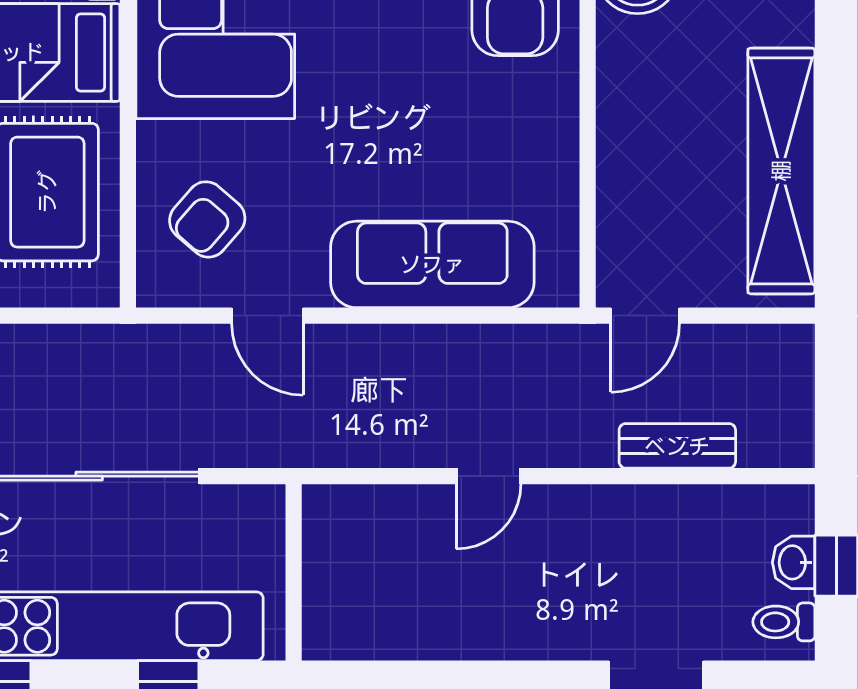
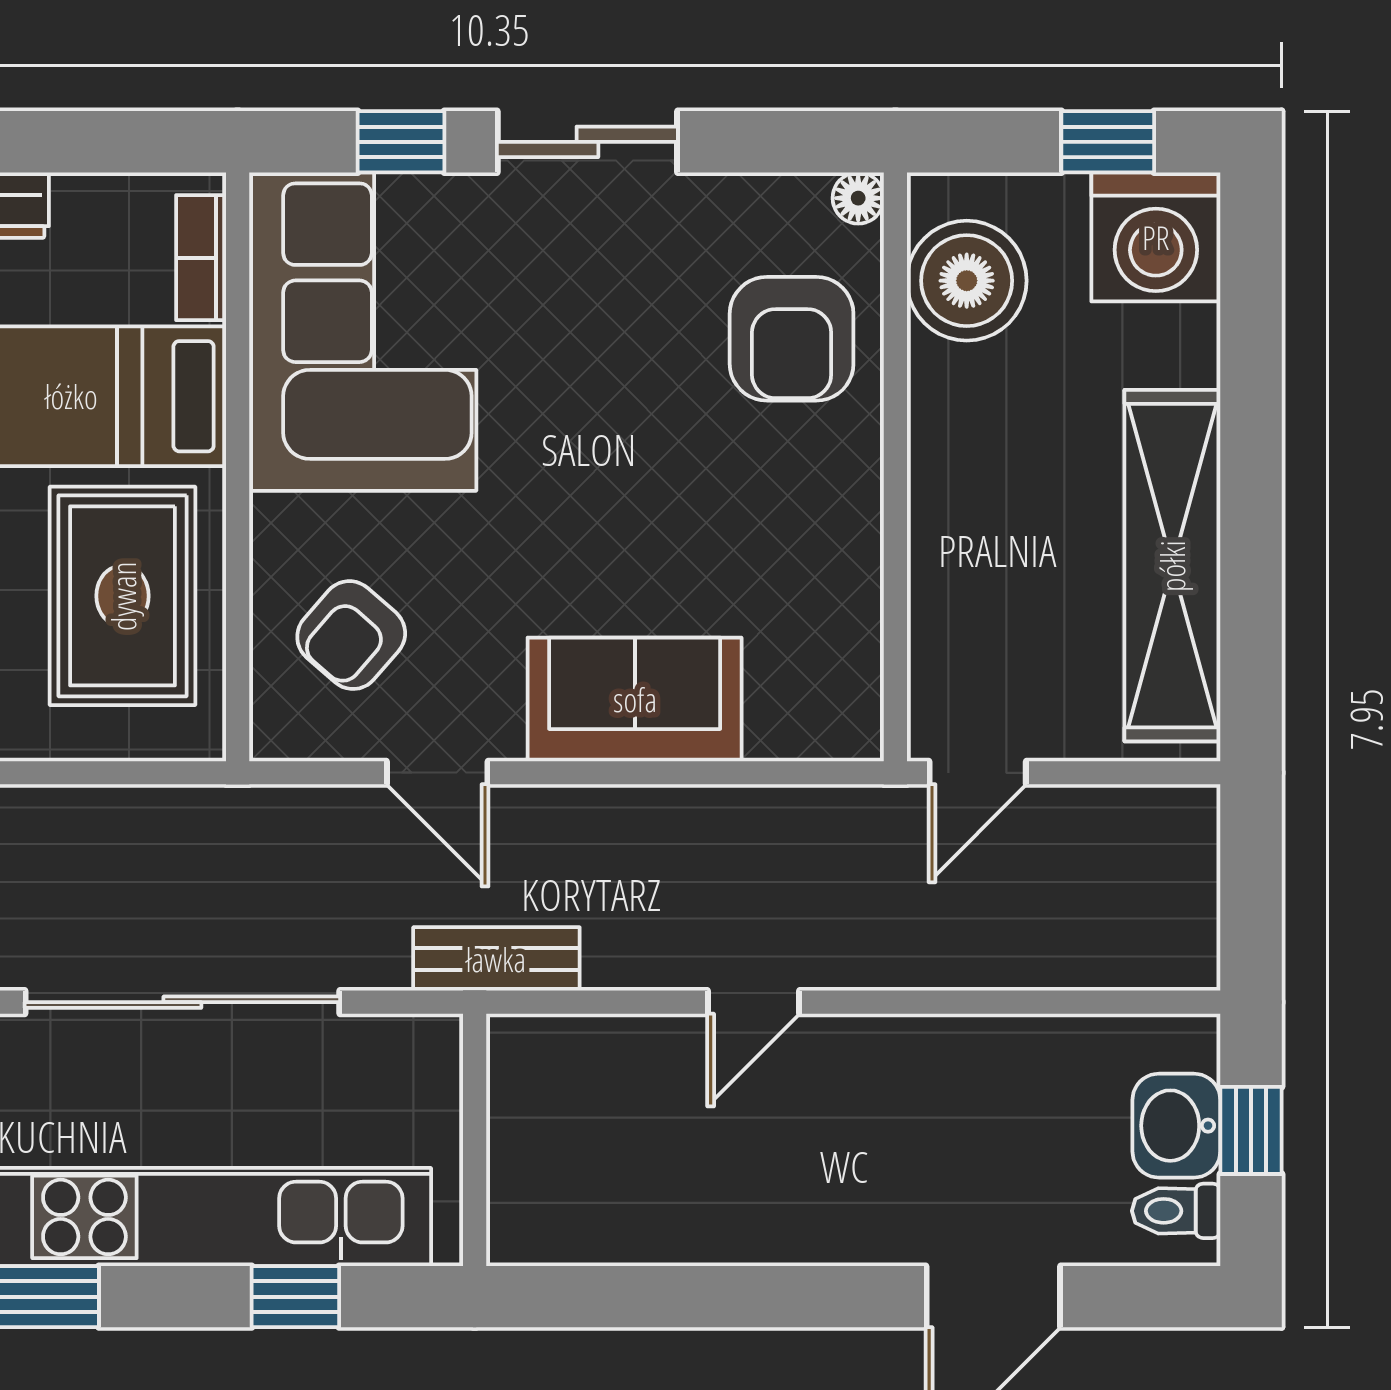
sofa: (432, 264) -> (635, 699), width x0.73
bench: (677, 446) -> (496, 959), moved
washbasin: (794, 562) -> (1176, 1126), width x1.38, depth x1.45

